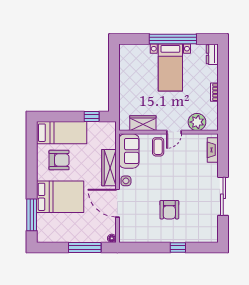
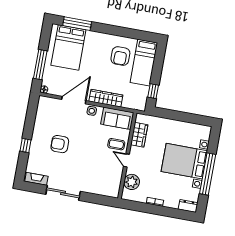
bed with nightstands: (170, 68) -> (184, 161), width x1.36
fireplace: (213, 150) -> (36, 179), moved
bed: (60, 197) -> (68, 48), moved

